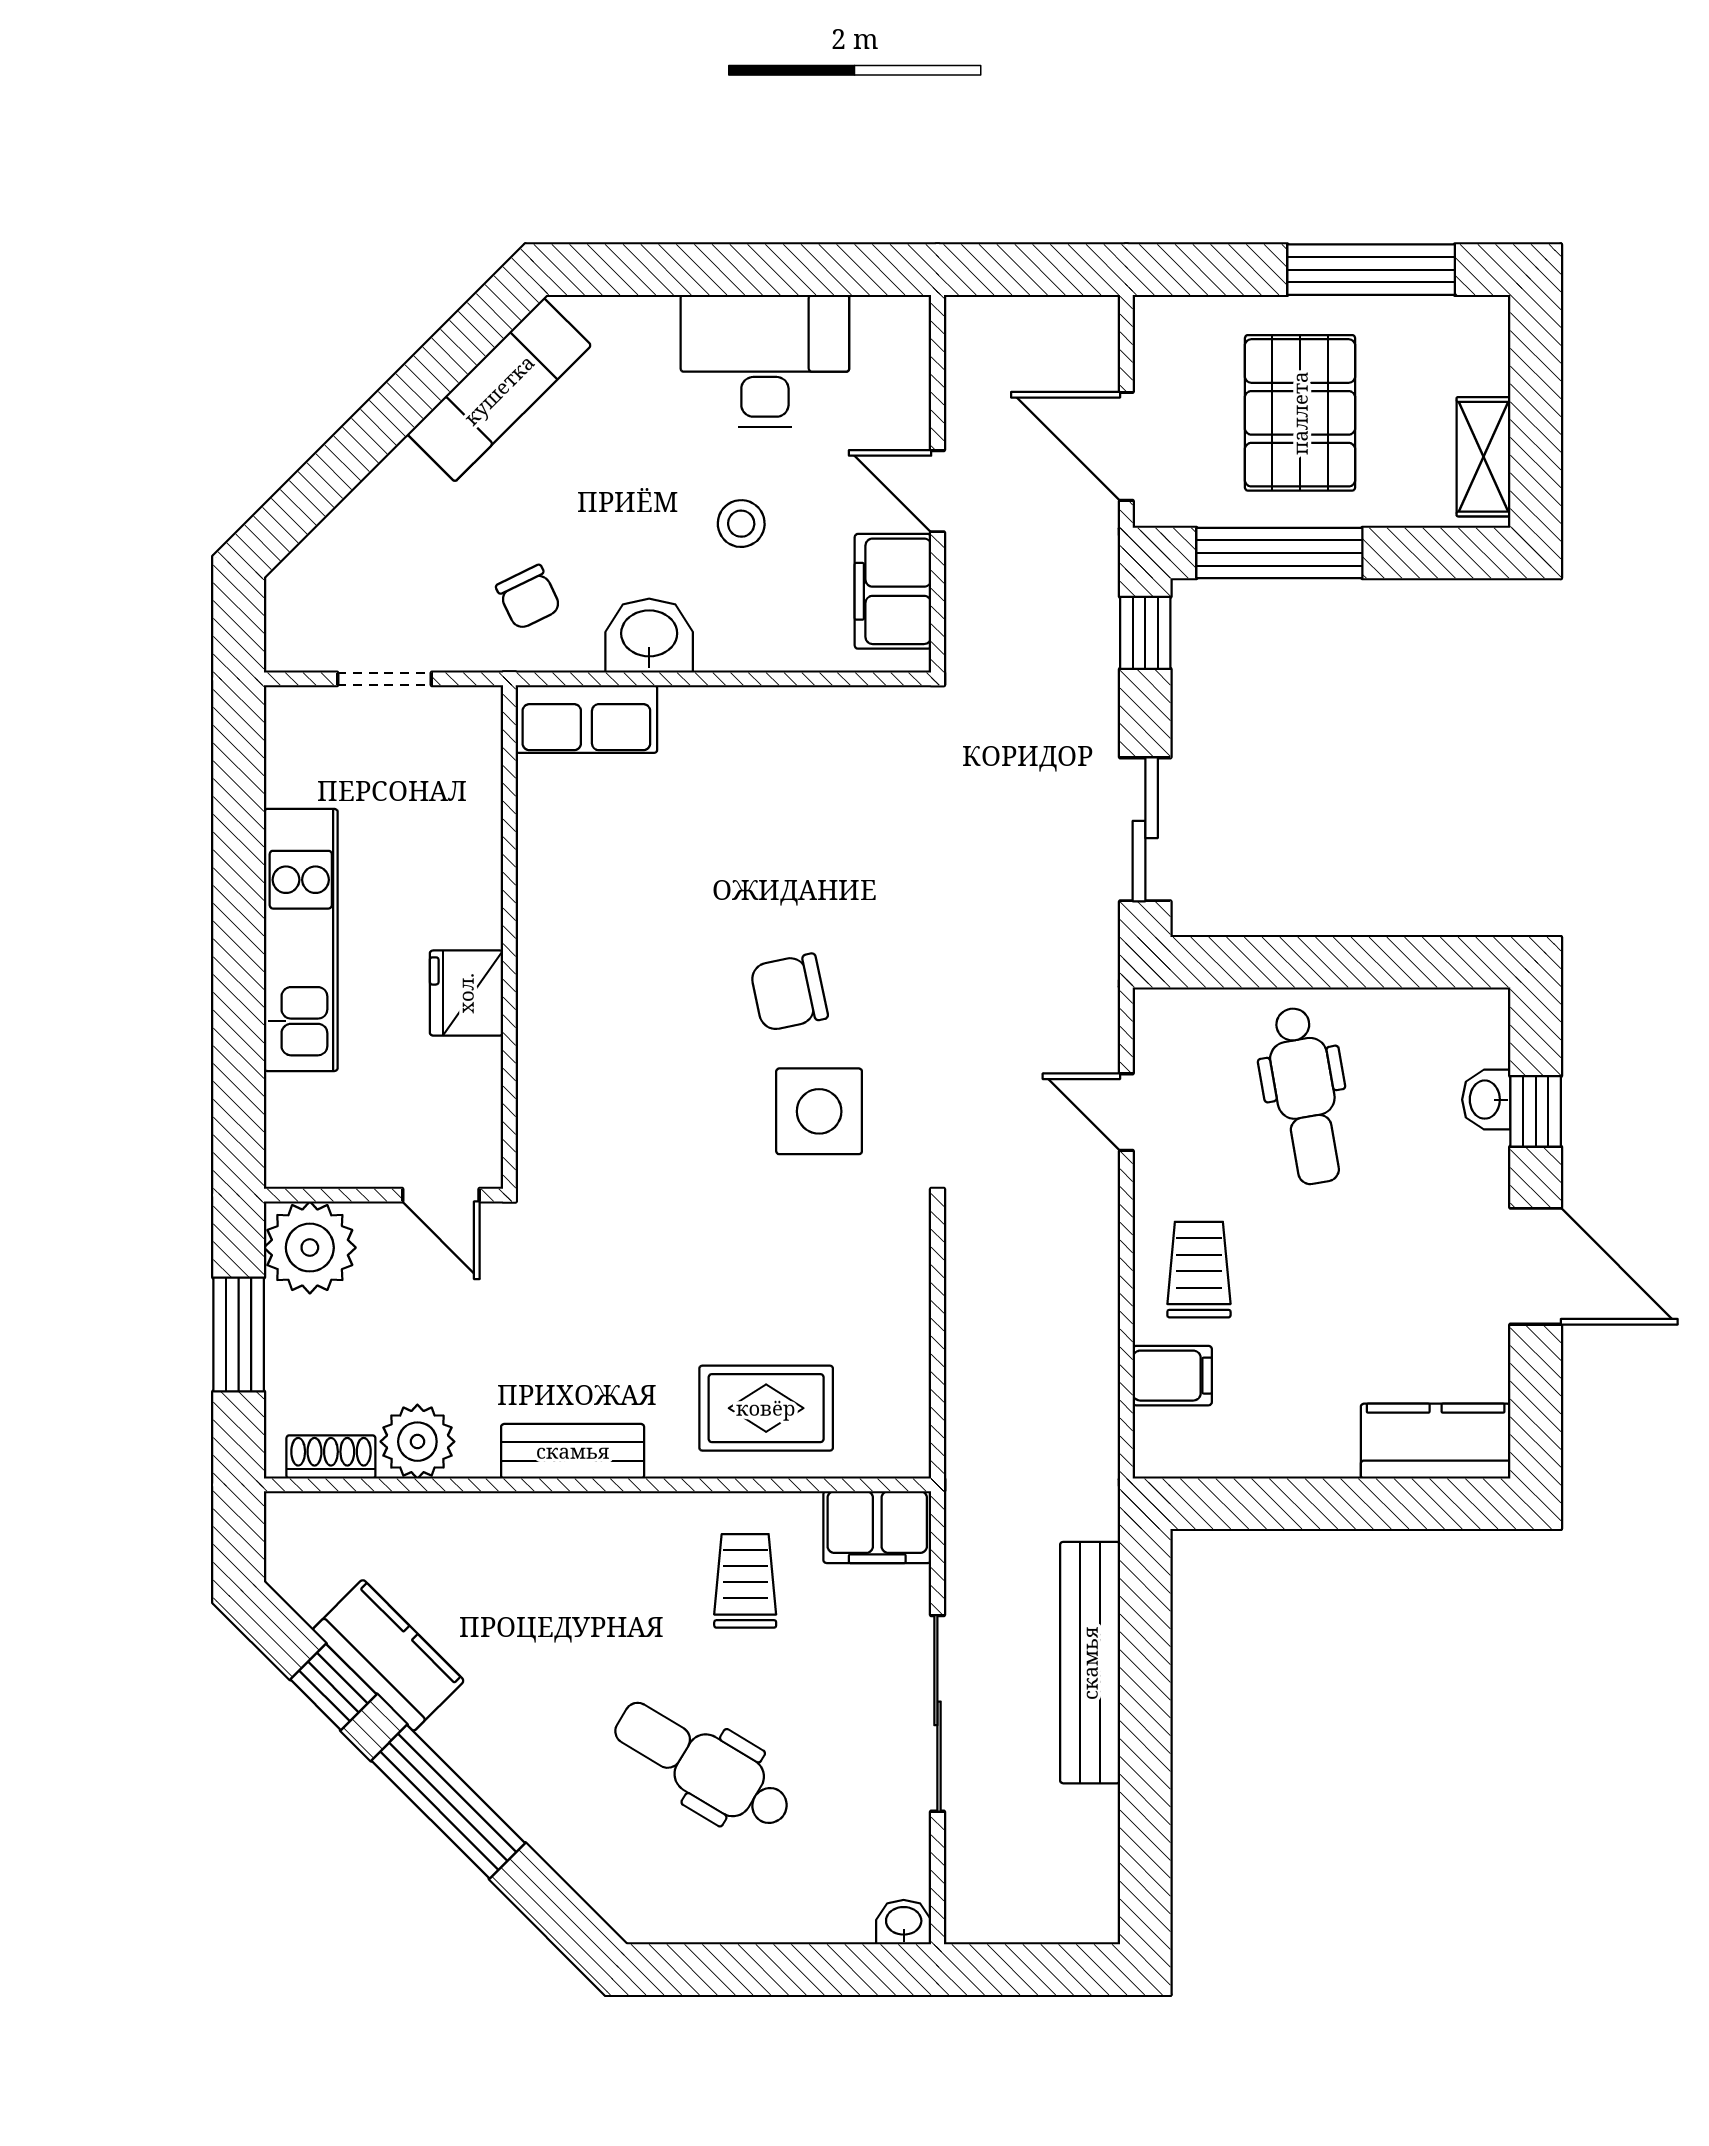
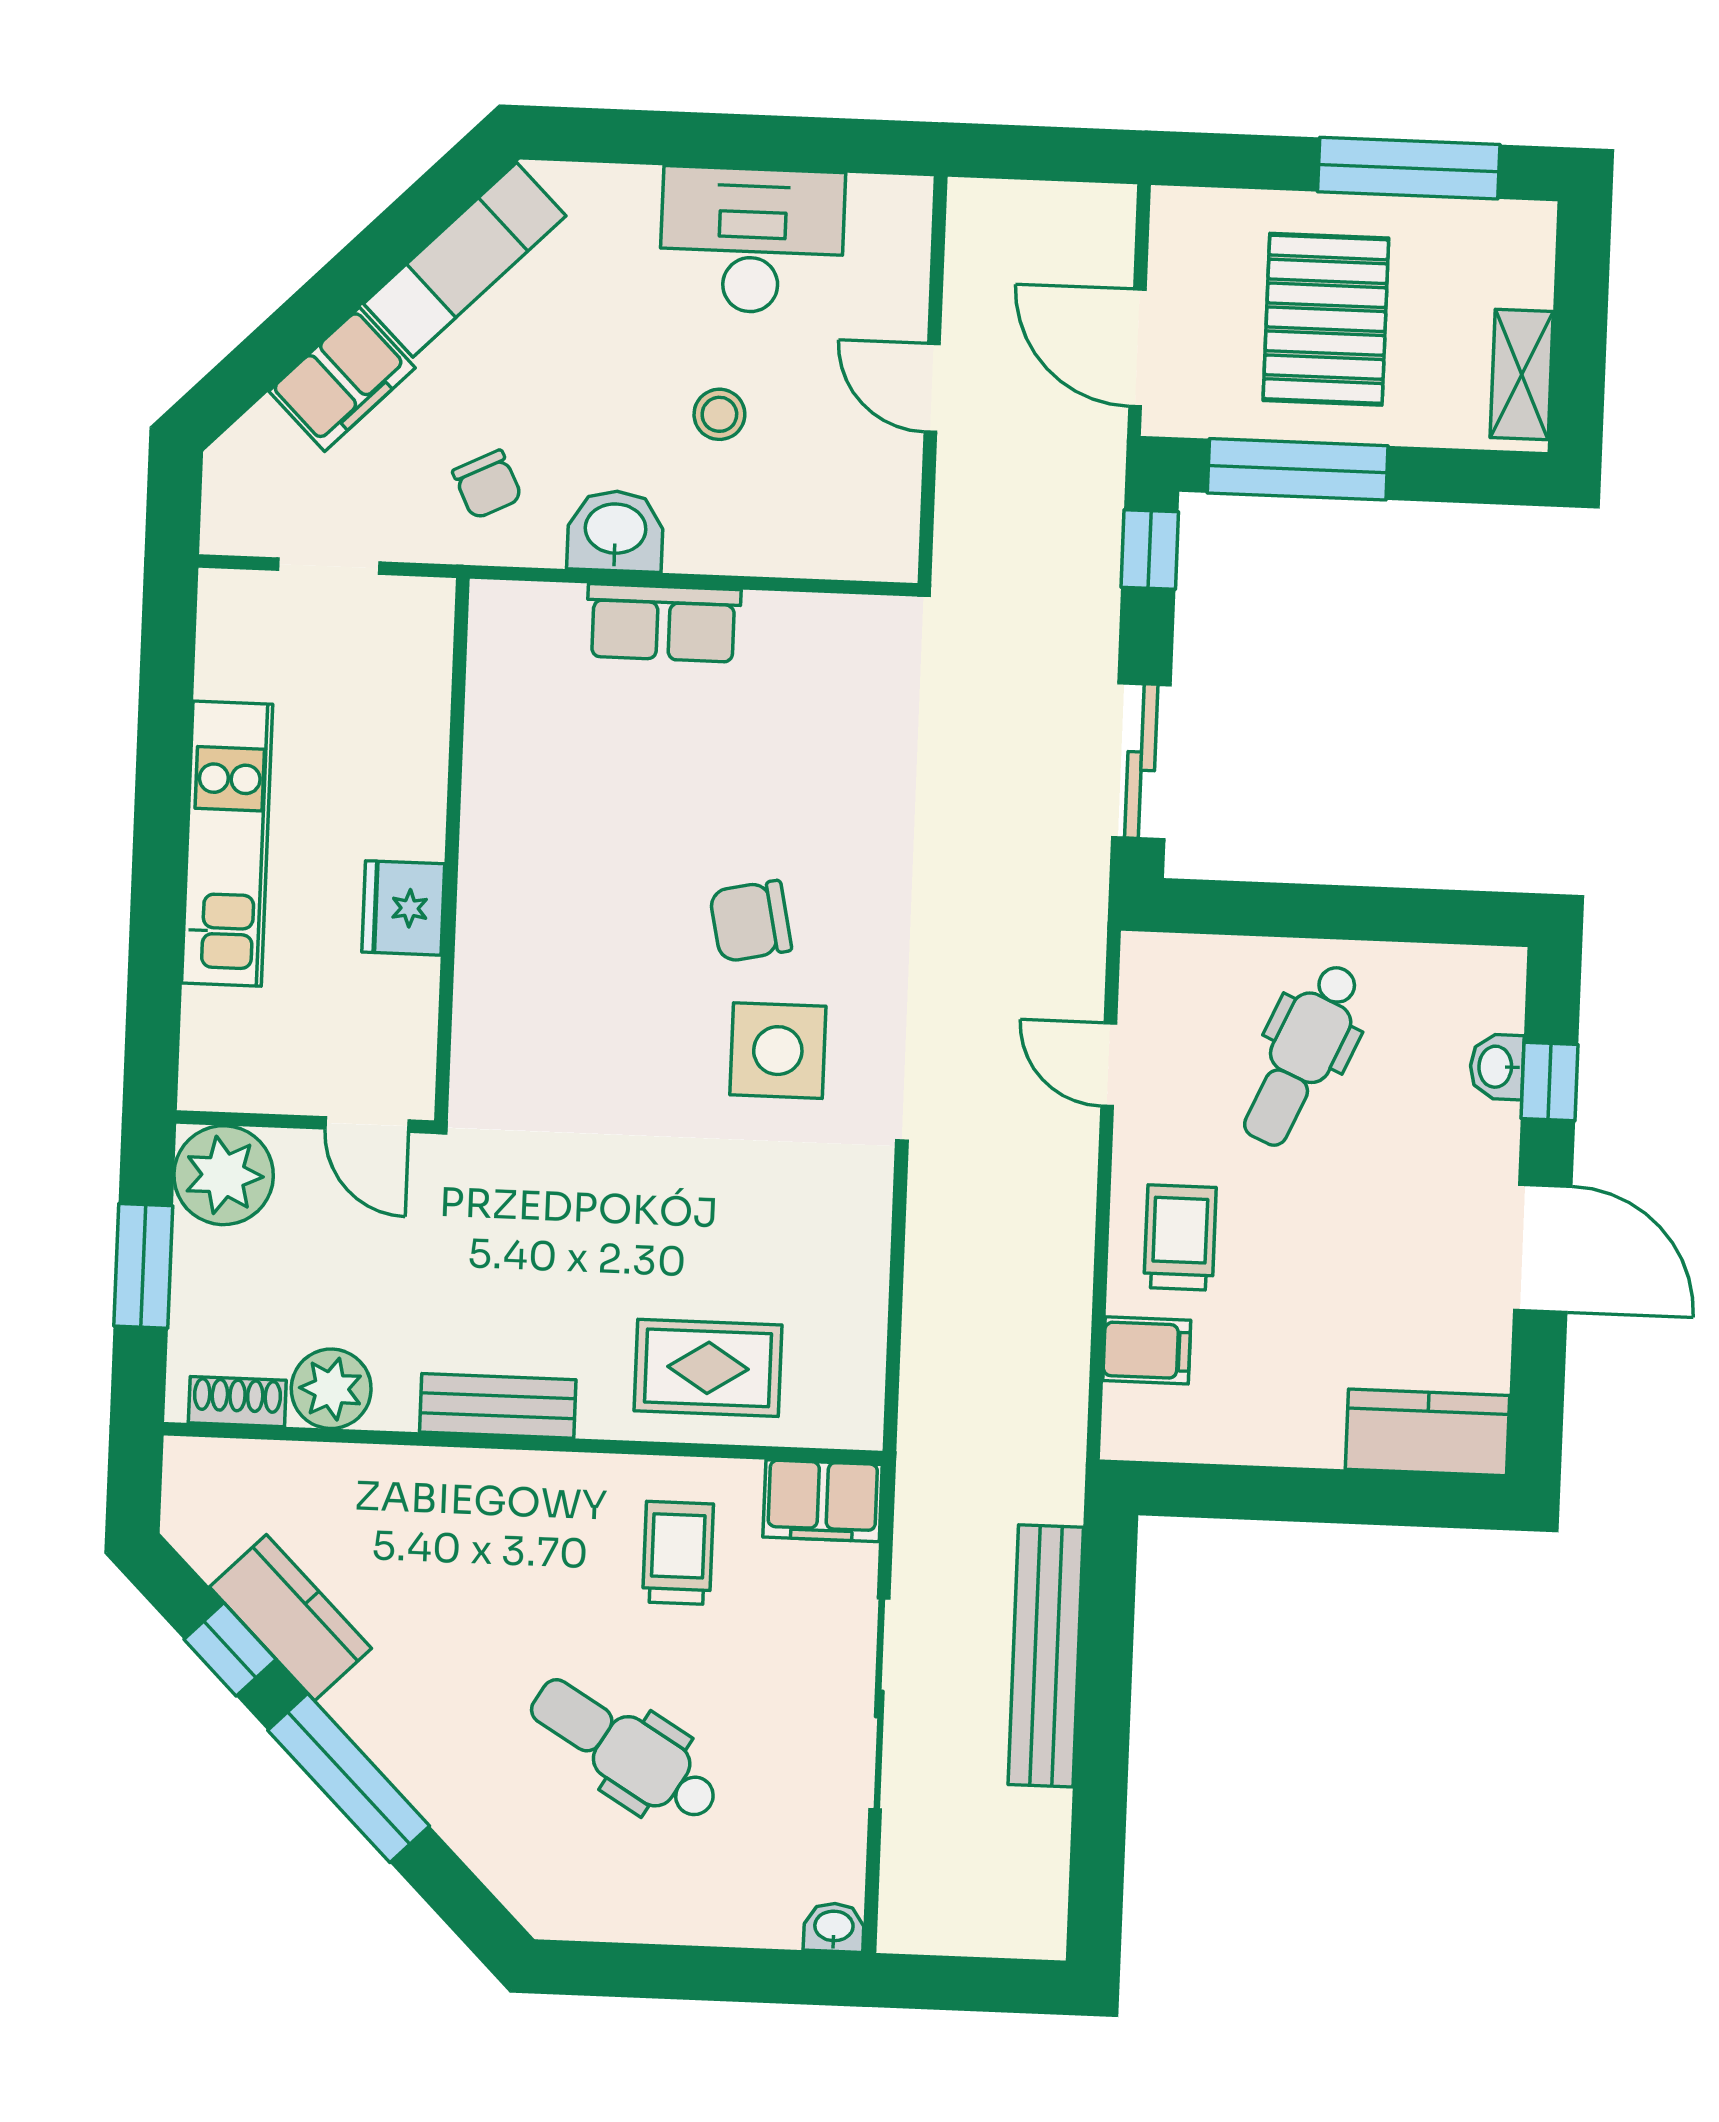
filing cabinet: (893, 591) -> (342, 379), moved, turned -135
row of seats: (586, 719) -> (663, 623), moved
dental chair: (1305, 1096) -> (1302, 1055), turned 34

